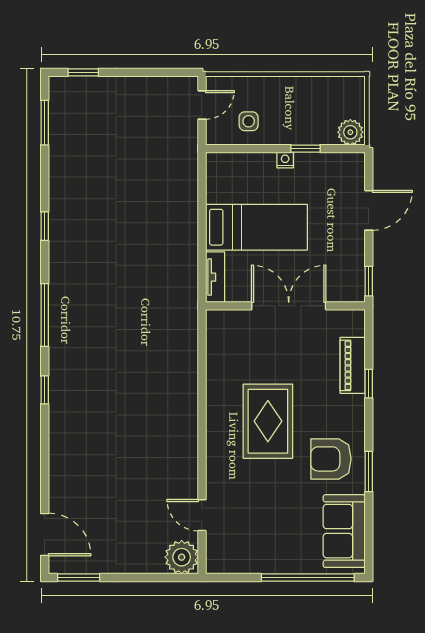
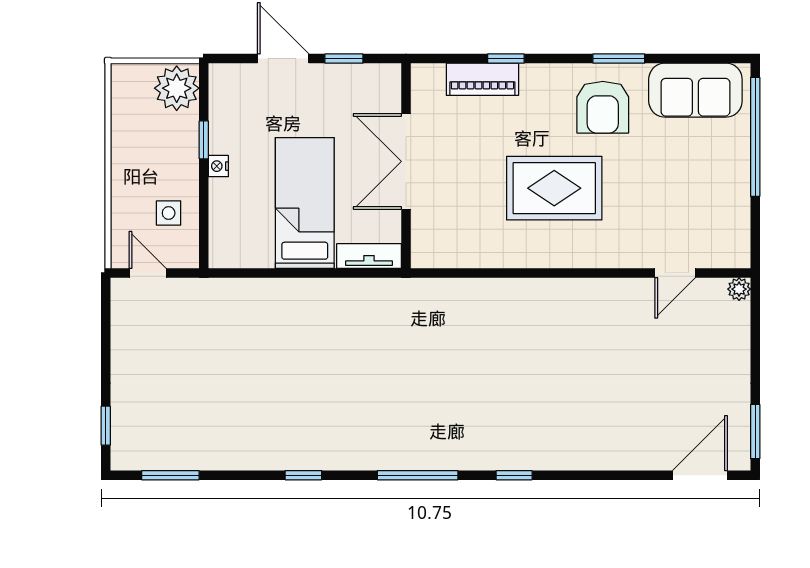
plant: (350, 132) -> (177, 88), width x1.36, depth x1.36
window: (369, 281) -> (344, 59), moved
plant: (182, 557) -> (739, 289), width x0.53, depth x0.53

